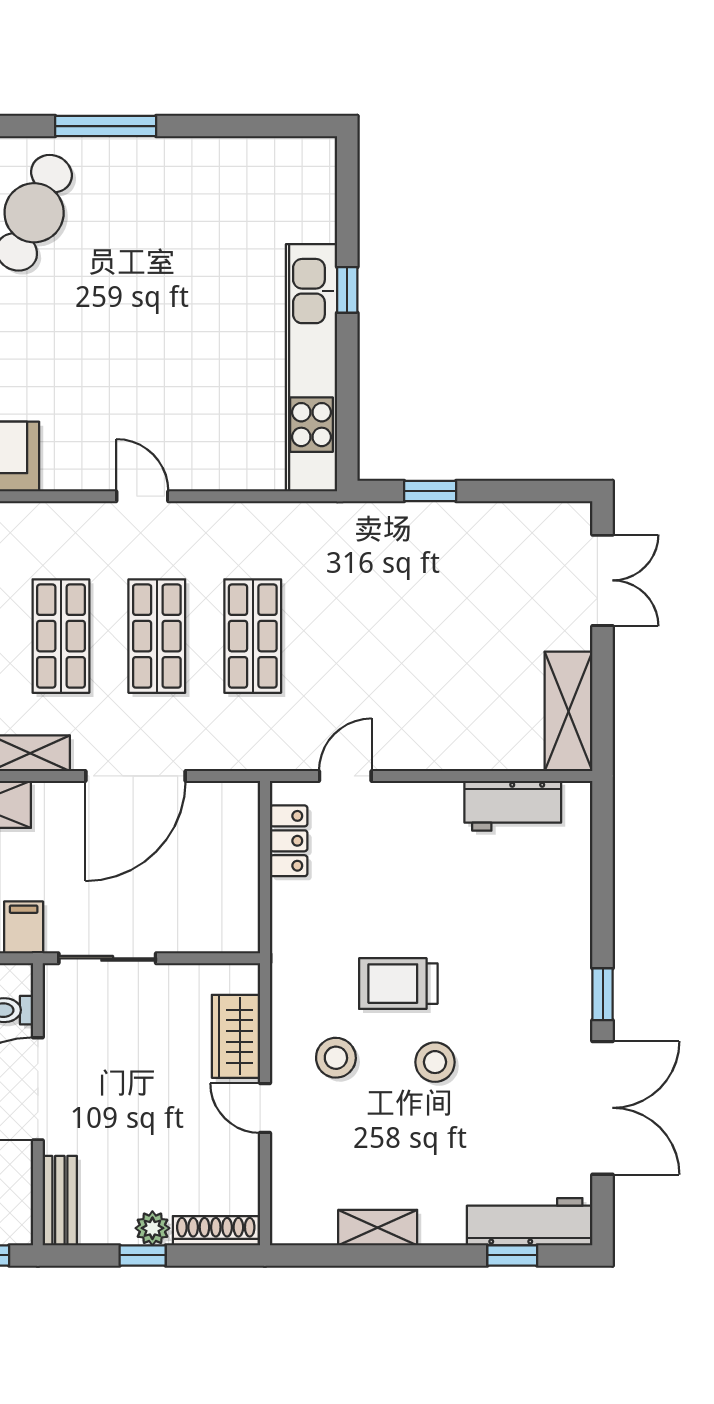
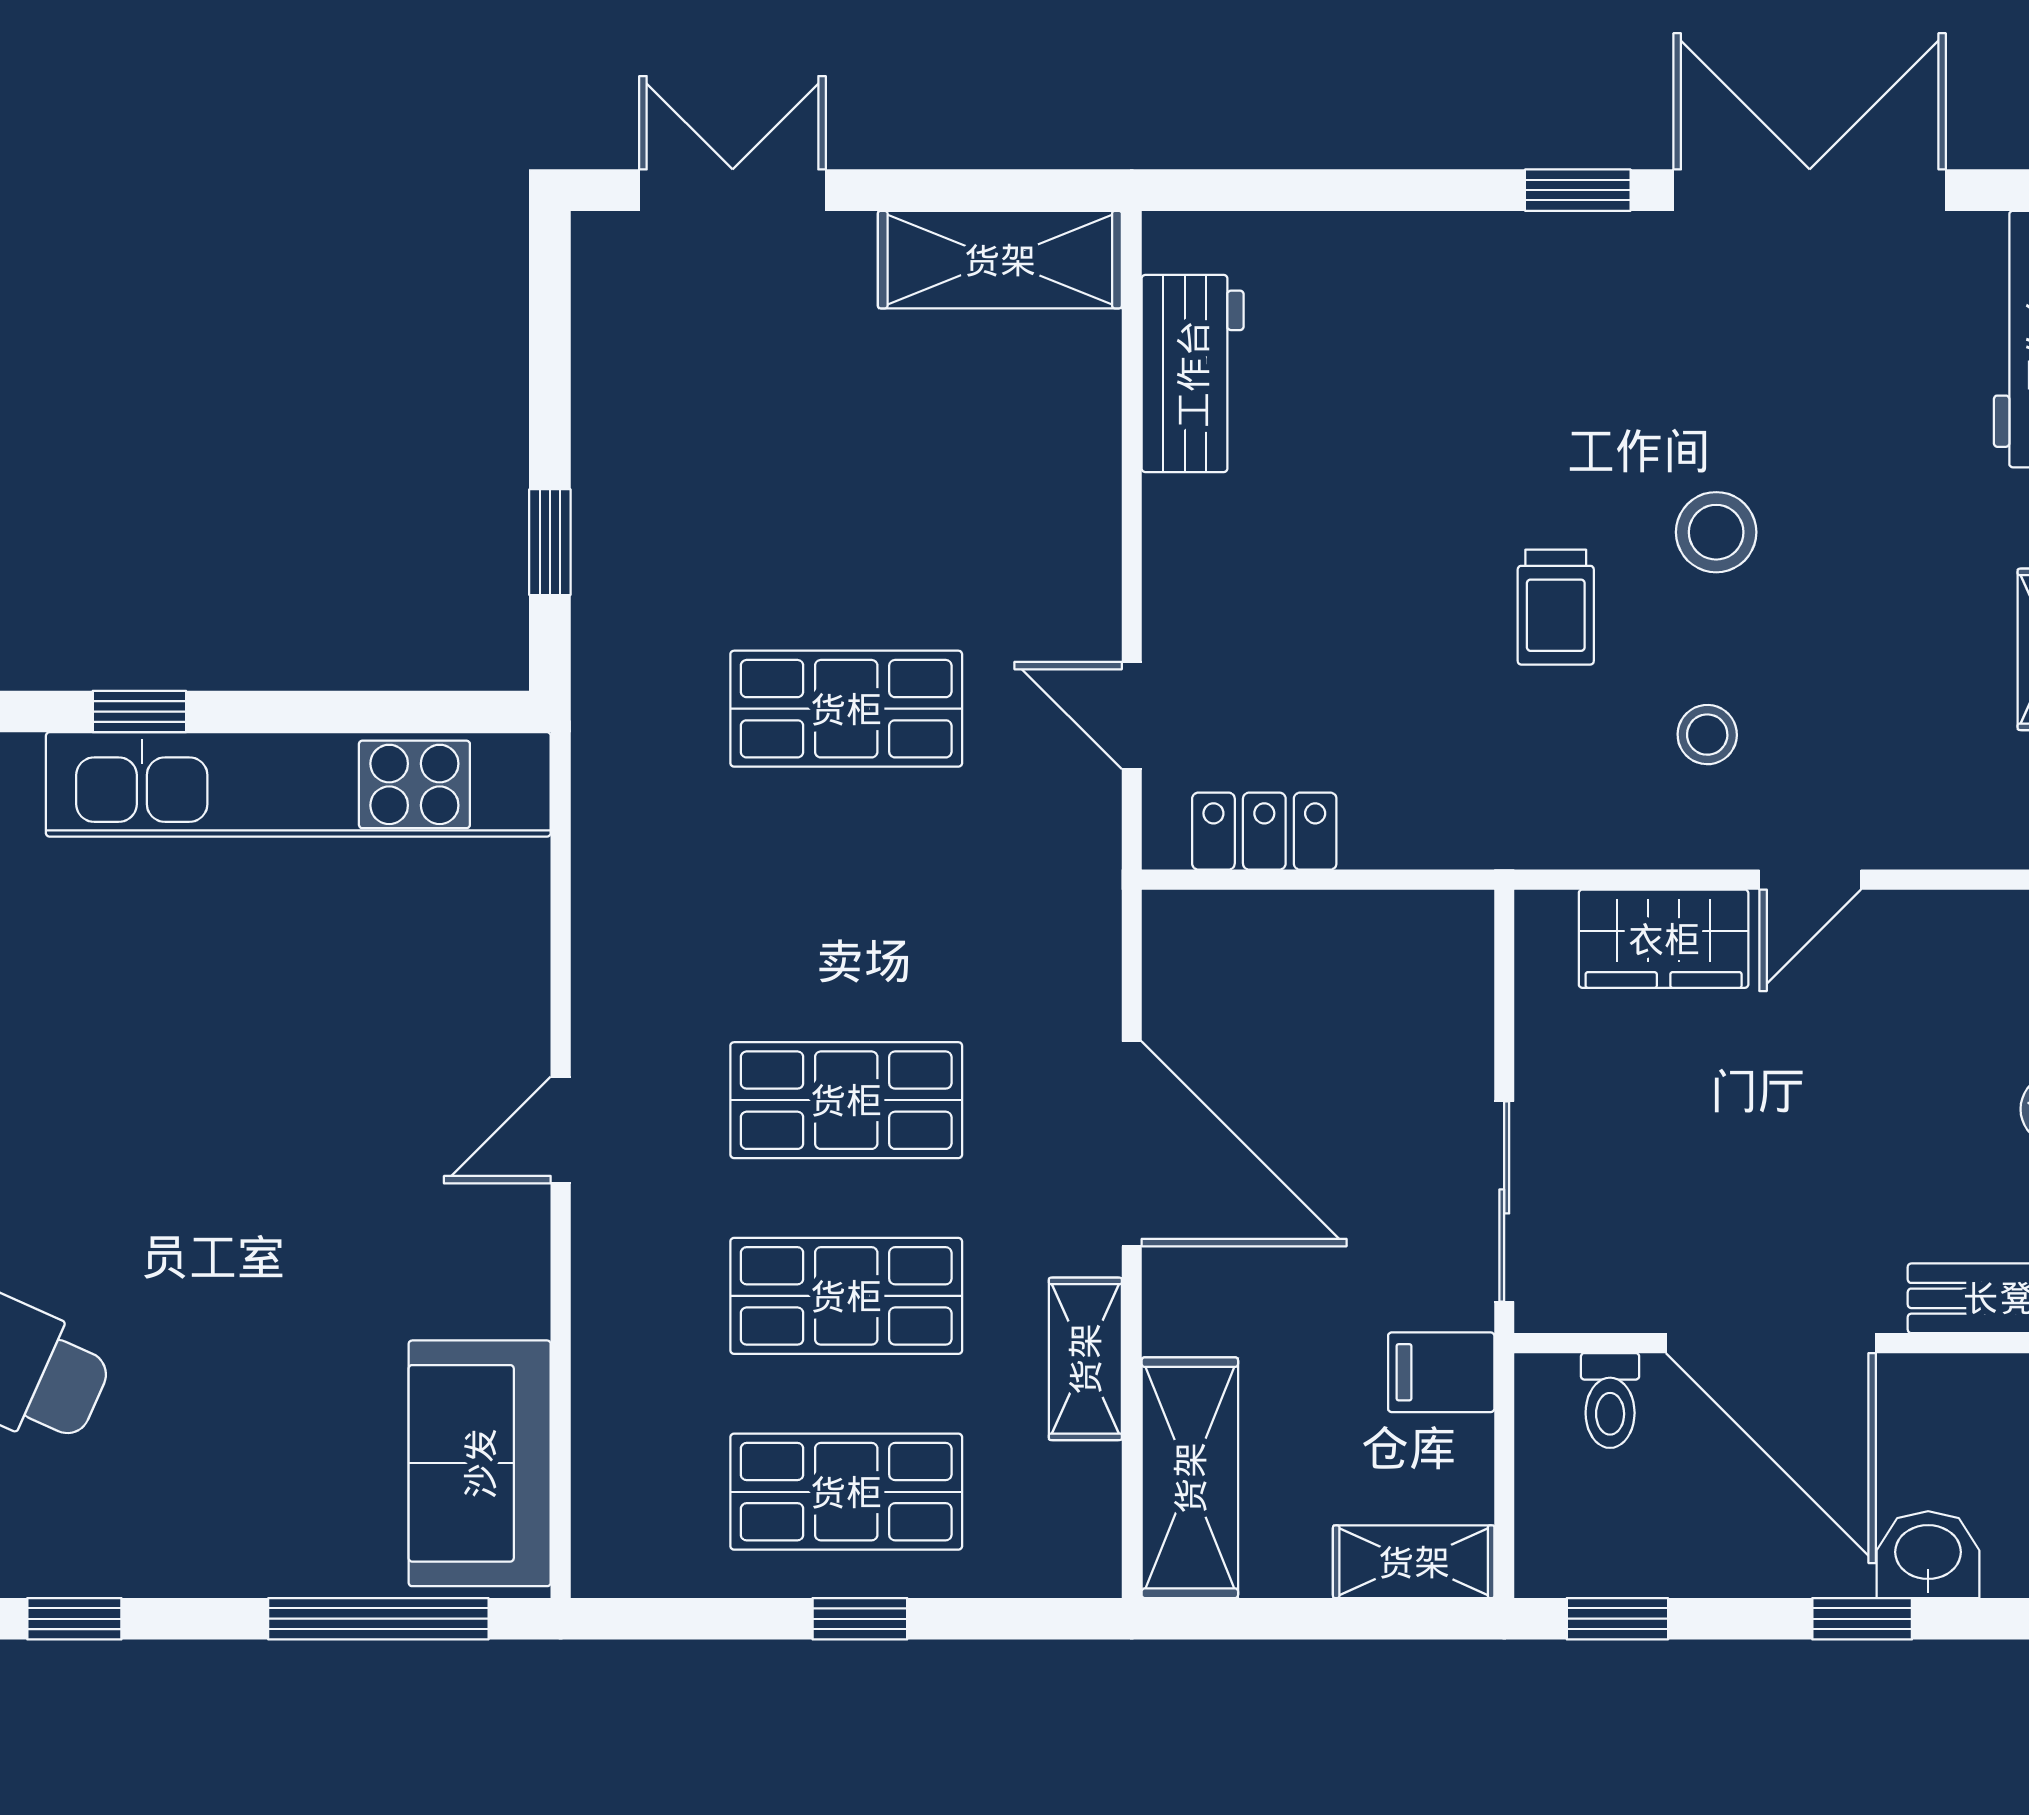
shop shelf: (253, 636) -> (846, 709), moved
trolley: (398, 984) -> (1556, 607), width x0.73, depth x0.72
stool: (336, 1058) -> (1707, 735), width x0.73, depth x0.73

